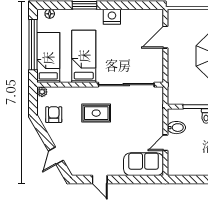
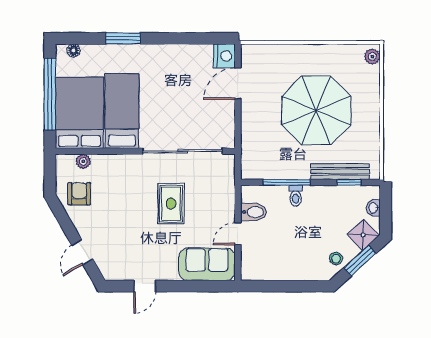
nightstand: (112, 17) -> (224, 56), moved, turned 90
bed: (48, 58) -> (79, 113), width x1.50
plant: (42, 92) -> (83, 161), moved
rug: (96, 113) -> (171, 204), moved, turned 90
door: (100, 180) -> (145, 286), hinge flipped

